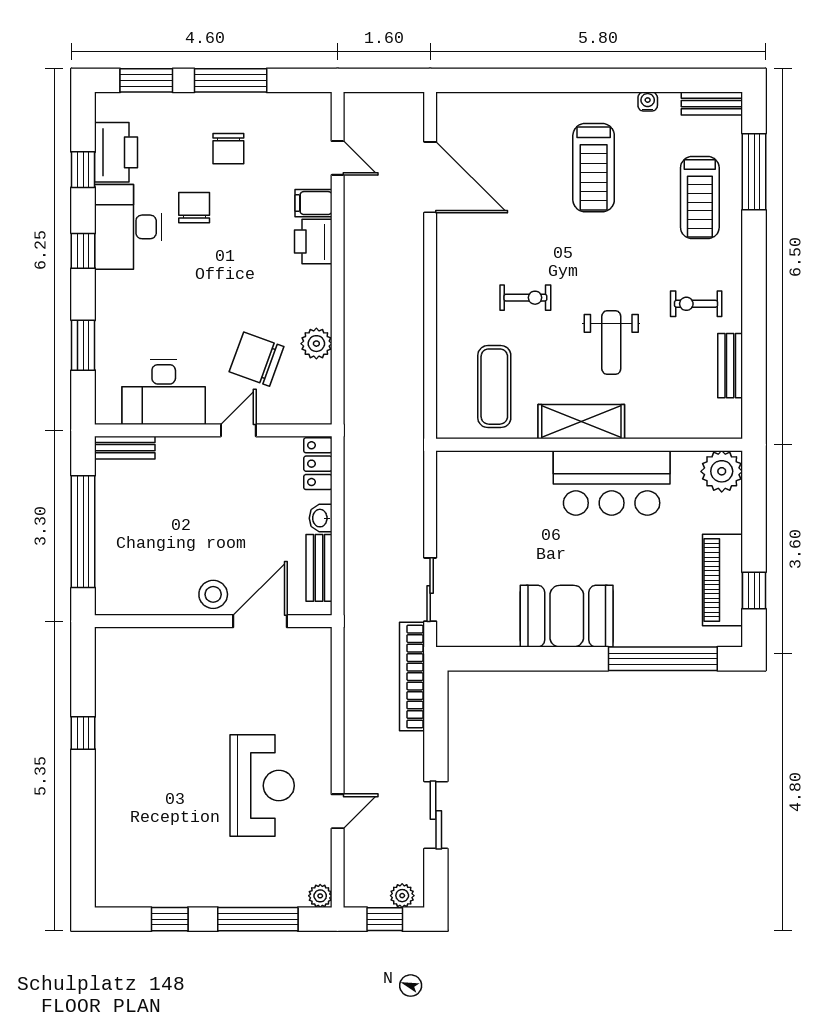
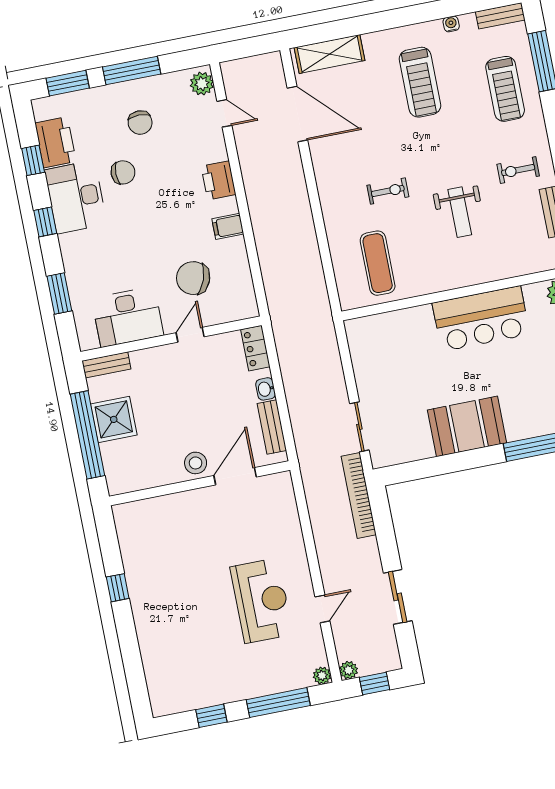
filing cabinet: (313, 203) -> (228, 226), moved
chair: (194, 208) -> (123, 172), turned 90
plant: (316, 344) -> (202, 84), moved
shelving: (581, 422) -> (330, 54), moved
shower: (120, 519) -> (114, 419), added
plant: (402, 896) -> (349, 670), moved

